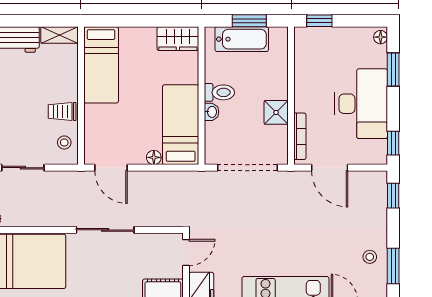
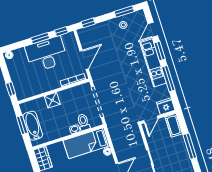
window: (393, 70) -> (40, 38), moved
toilet: (219, 92) -> (83, 122), moved
shower: (276, 112) -> (52, 100), moved
door: (186, 252) -> (151, 120), swing flipped

